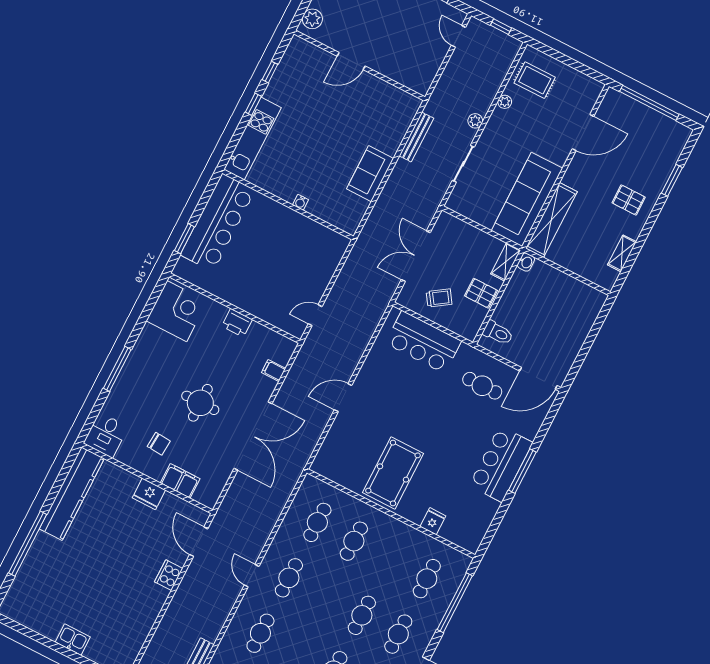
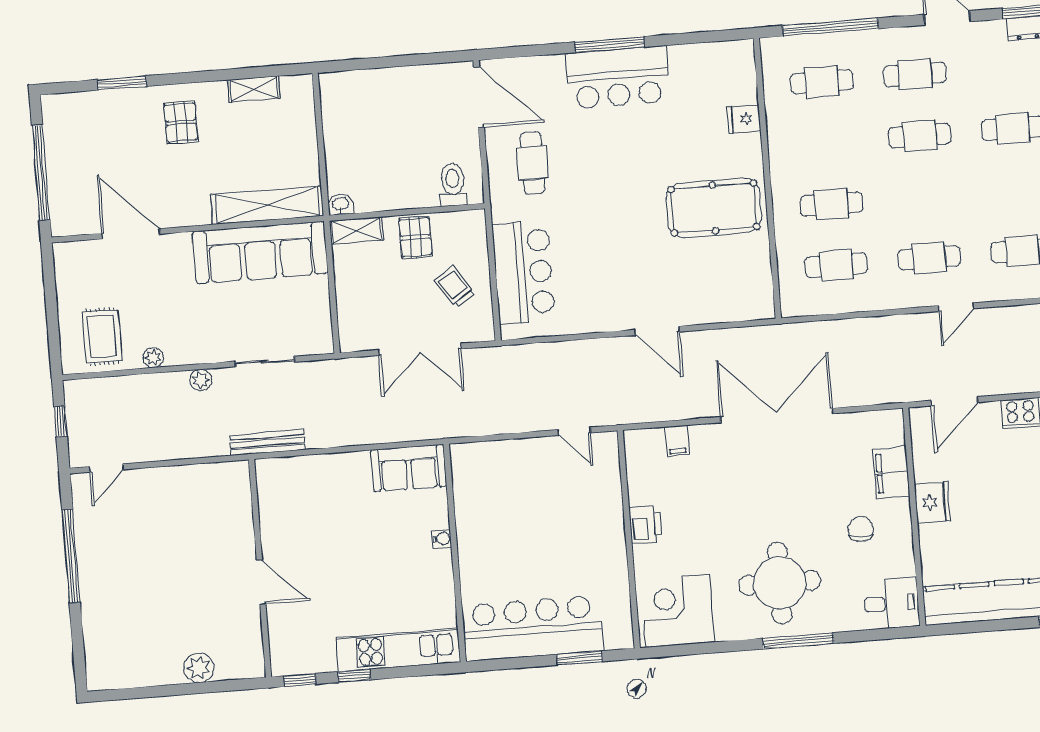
door: (351, 61) -> (261, 582), moved
wall: (359, 65) -> (260, 568), moved
sofa: (370, 174) -> (409, 468), moved
round table: (200, 403) -> (780, 583), moved, width x1.36, depth x1.36

